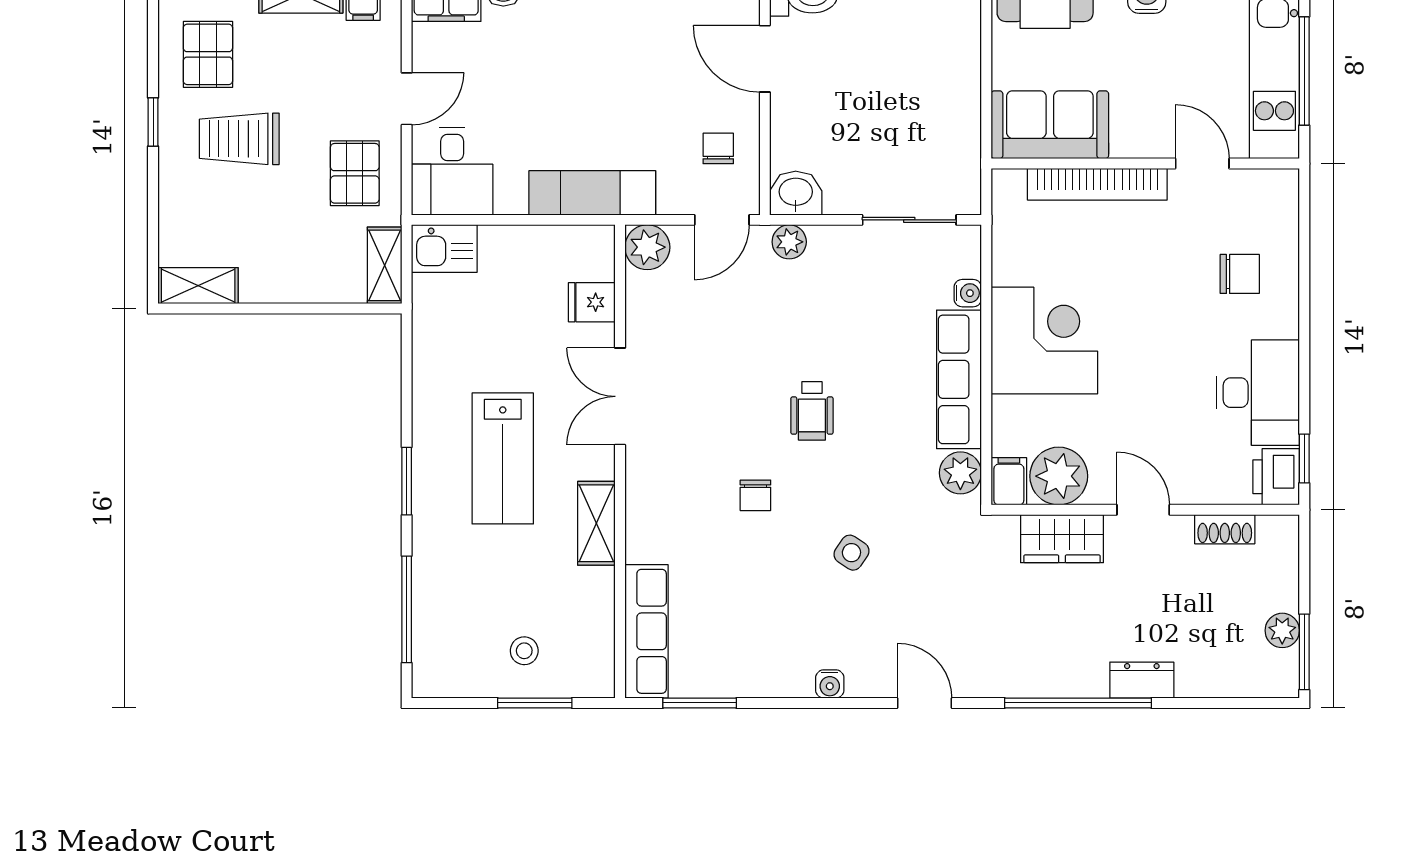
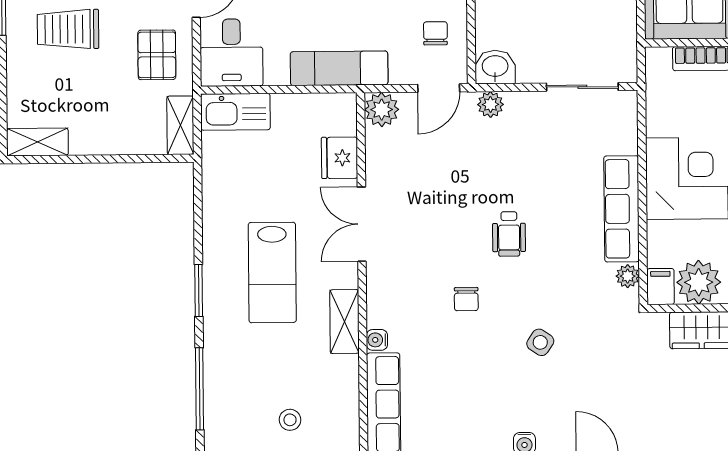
kitchen sink: (444, 249) -> (235, 112), width x1.38
water cooler: (968, 293) -> (377, 340), moved, turned 180
fridge: (592, 302) -> (340, 158), width x1.38
plant: (960, 473) -> (628, 276), width x0.73, depth x0.73

